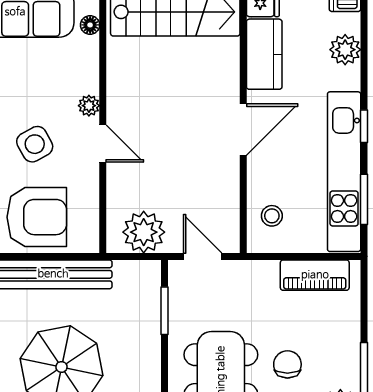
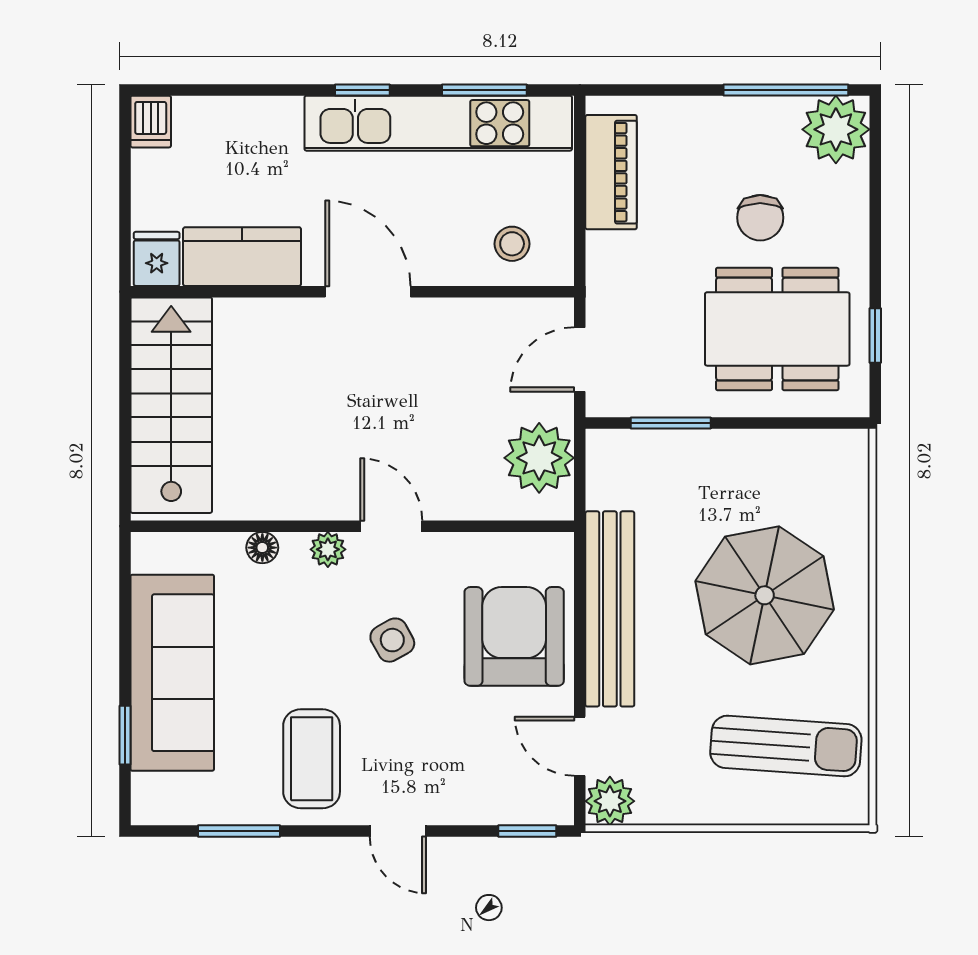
floor lamp: (90, 25) -> (262, 548), moved
plant: (345, 50) -> (234, 121), removed
side table: (35, 144) -> (392, 640), width x0.73, depth x0.73
door: (103, 144) -> (391, 526), hinge flipped
chair: (287, 364) -> (760, 218), turned -90

